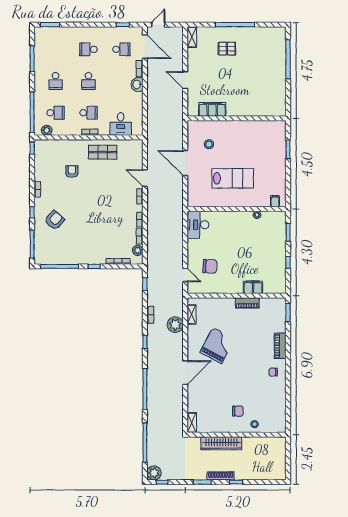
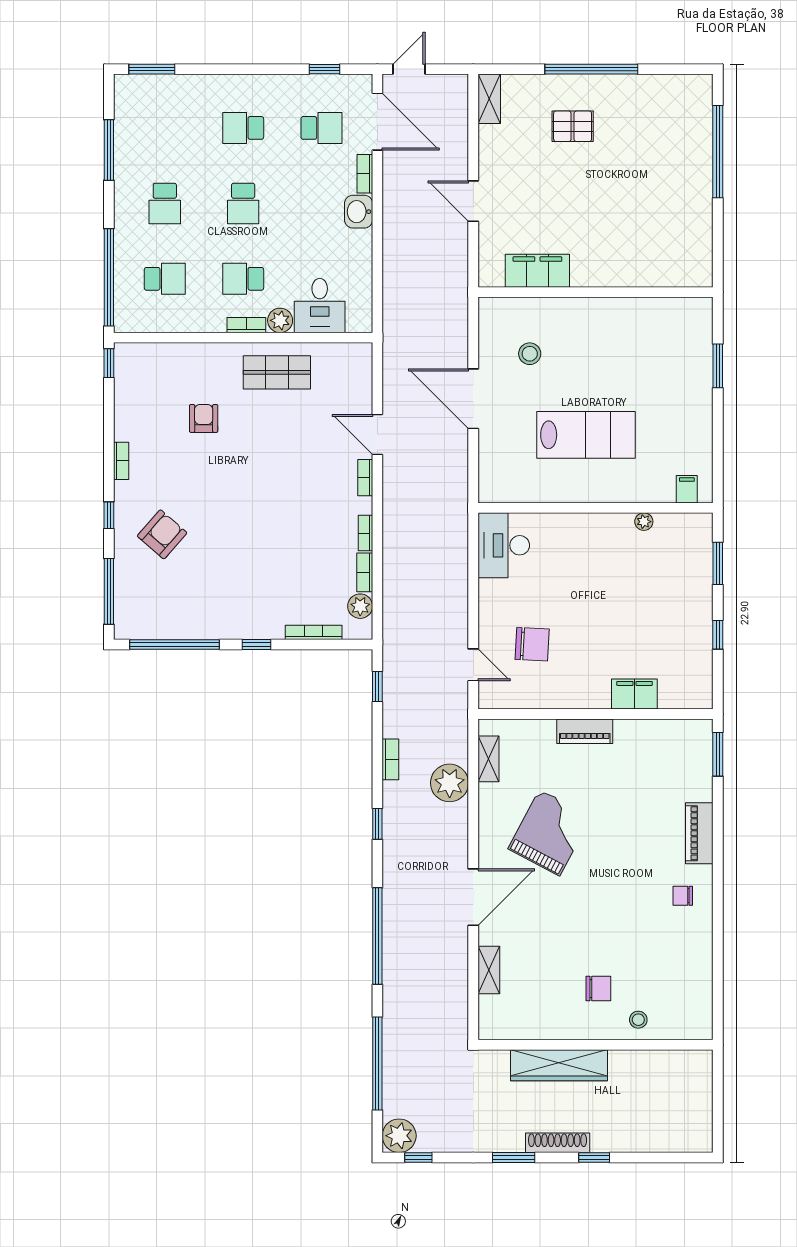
school desk: (88, 113) -> (243, 279), turned 180
plant: (47, 130) -> (280, 320), moved
piano: (247, 303) -> (585, 731), moved
shelving: (192, 423) -> (489, 970), moved

